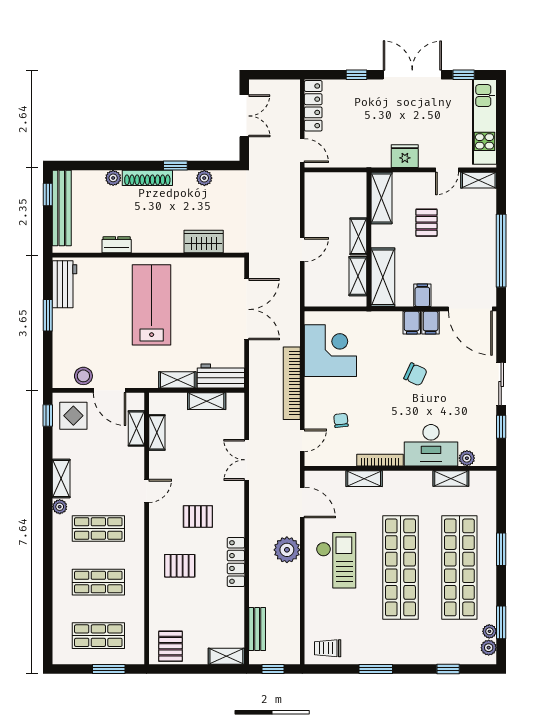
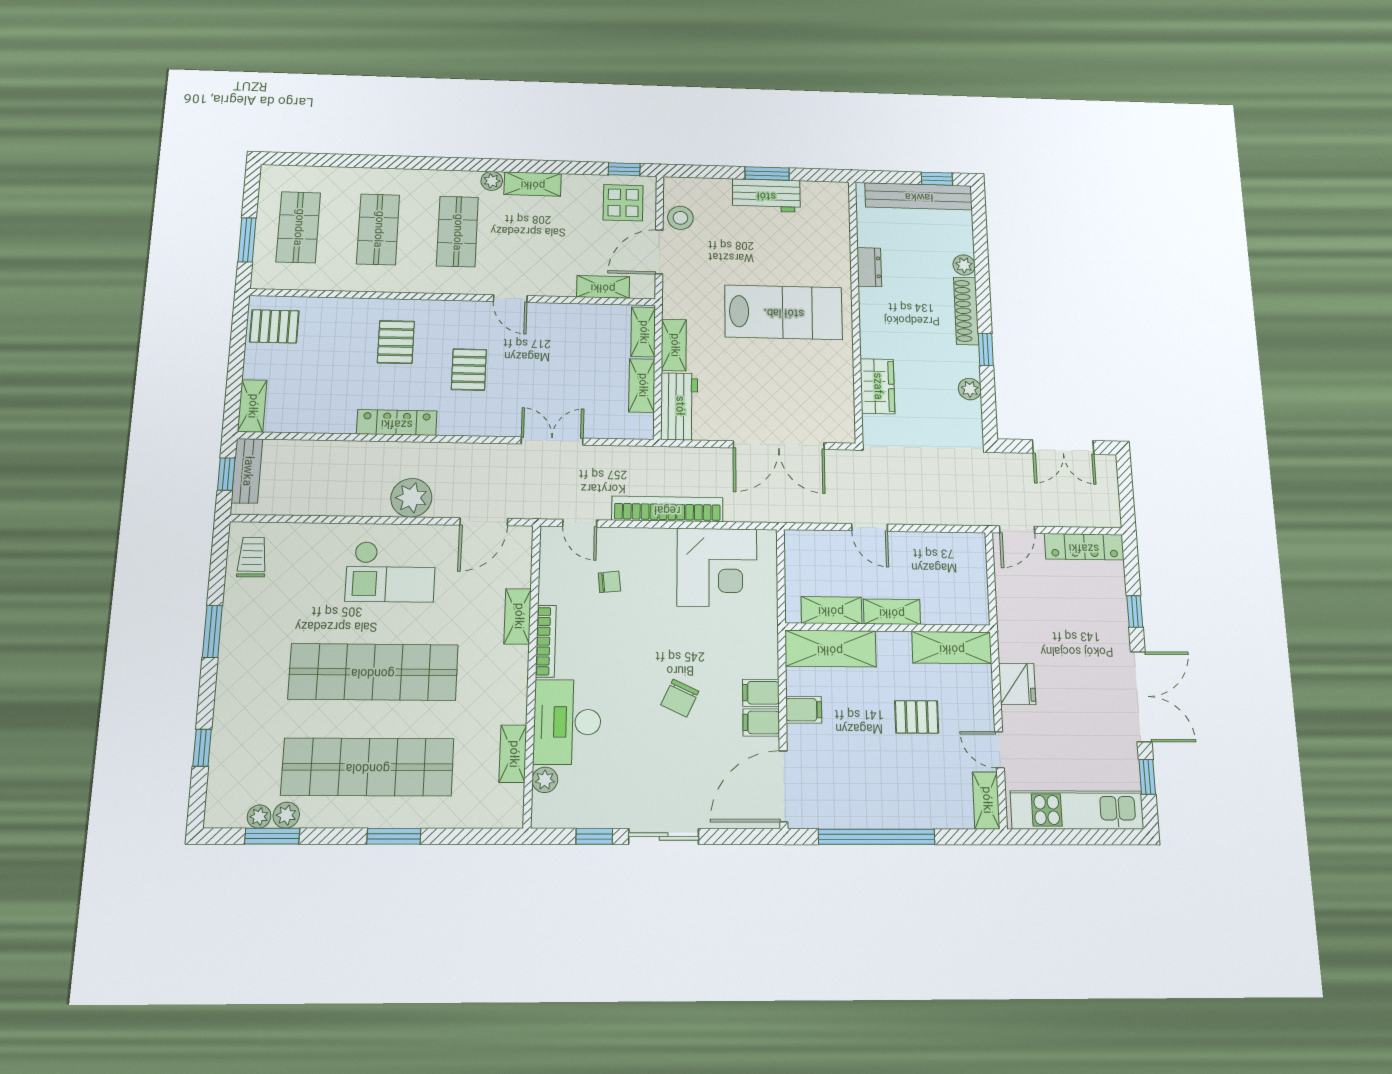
workbench: (65, 284) -> (766, 195), moved
shelving: (157, 432) -> (643, 332), moved, turned 90
bench: (257, 629) -> (247, 471), moved, turned 90
plant: (489, 648) -> (286, 815), moved

